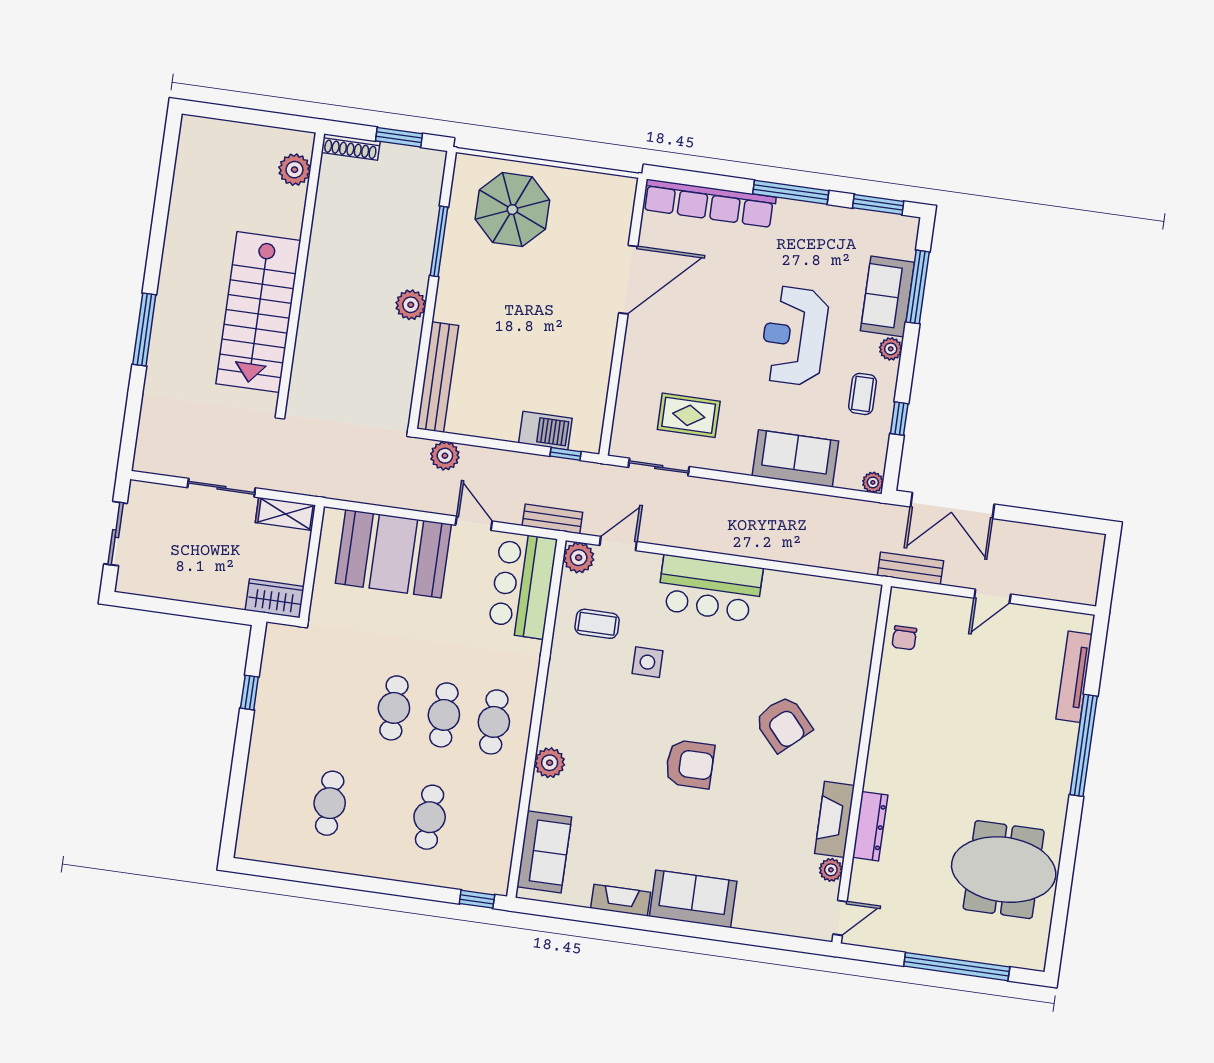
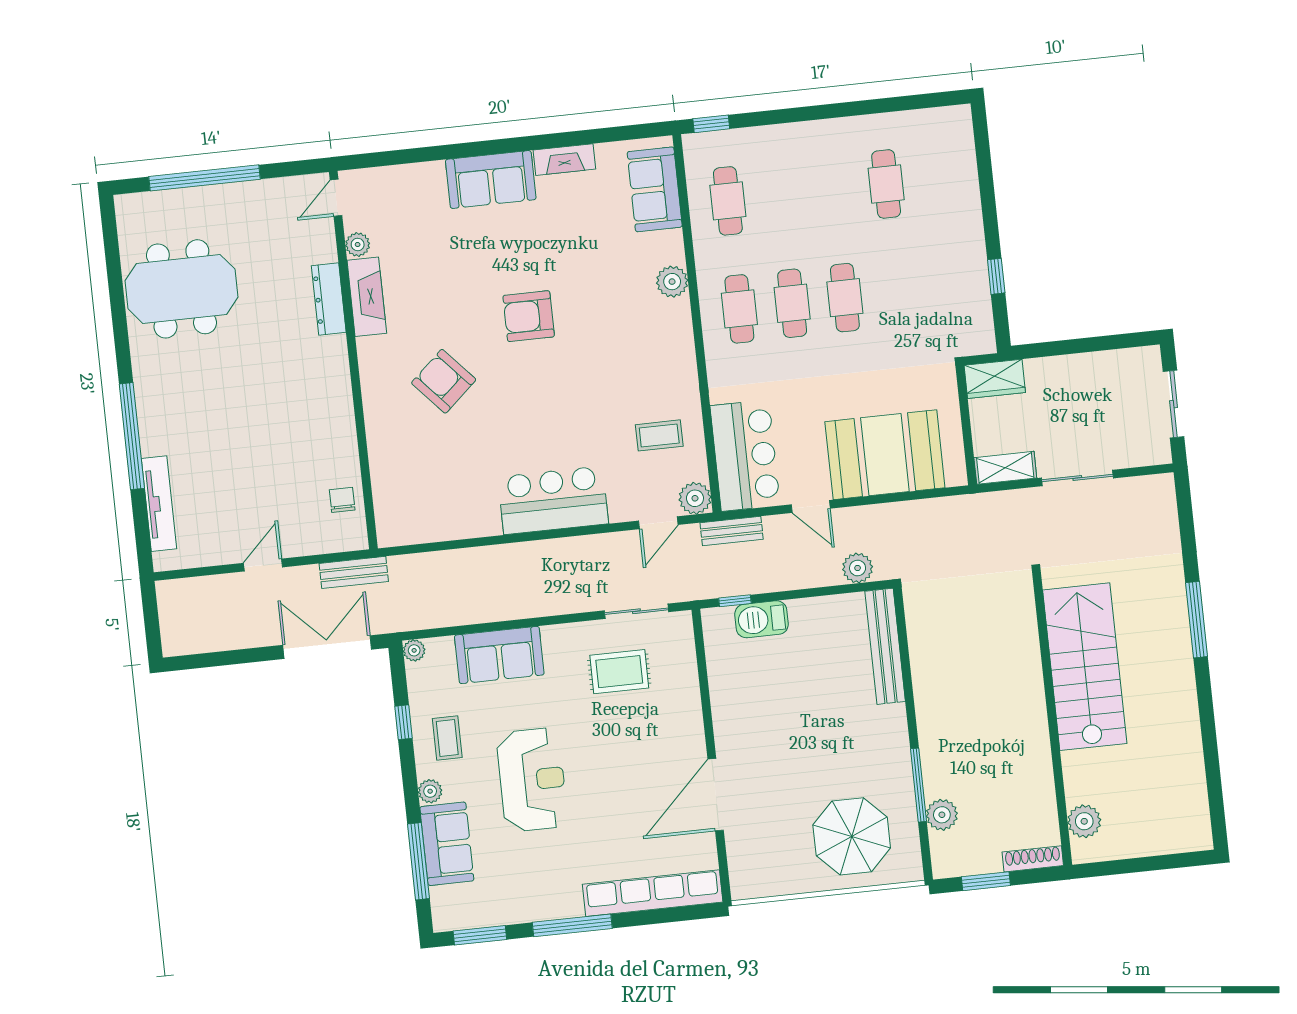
plant: (411, 305) -> (942, 815), moved
side table: (647, 662) -> (598, 409), removed
cafe table: (430, 817) -> (728, 201), moved

